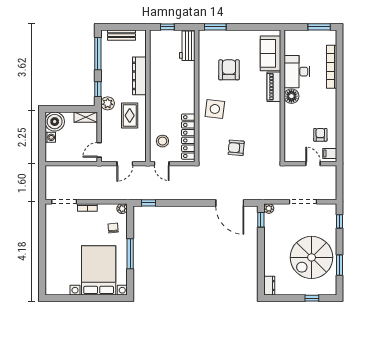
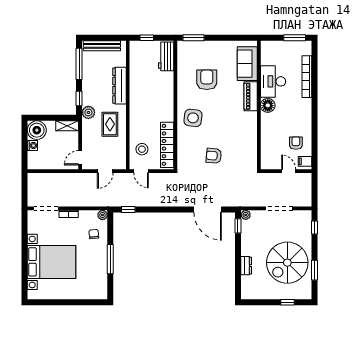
bench: (121, 35) -> (102, 46), width x1.36
bed with nightstands: (99, 270) -> (52, 262), moved, turned 90
dresser: (269, 286) -> (246, 266), moved

